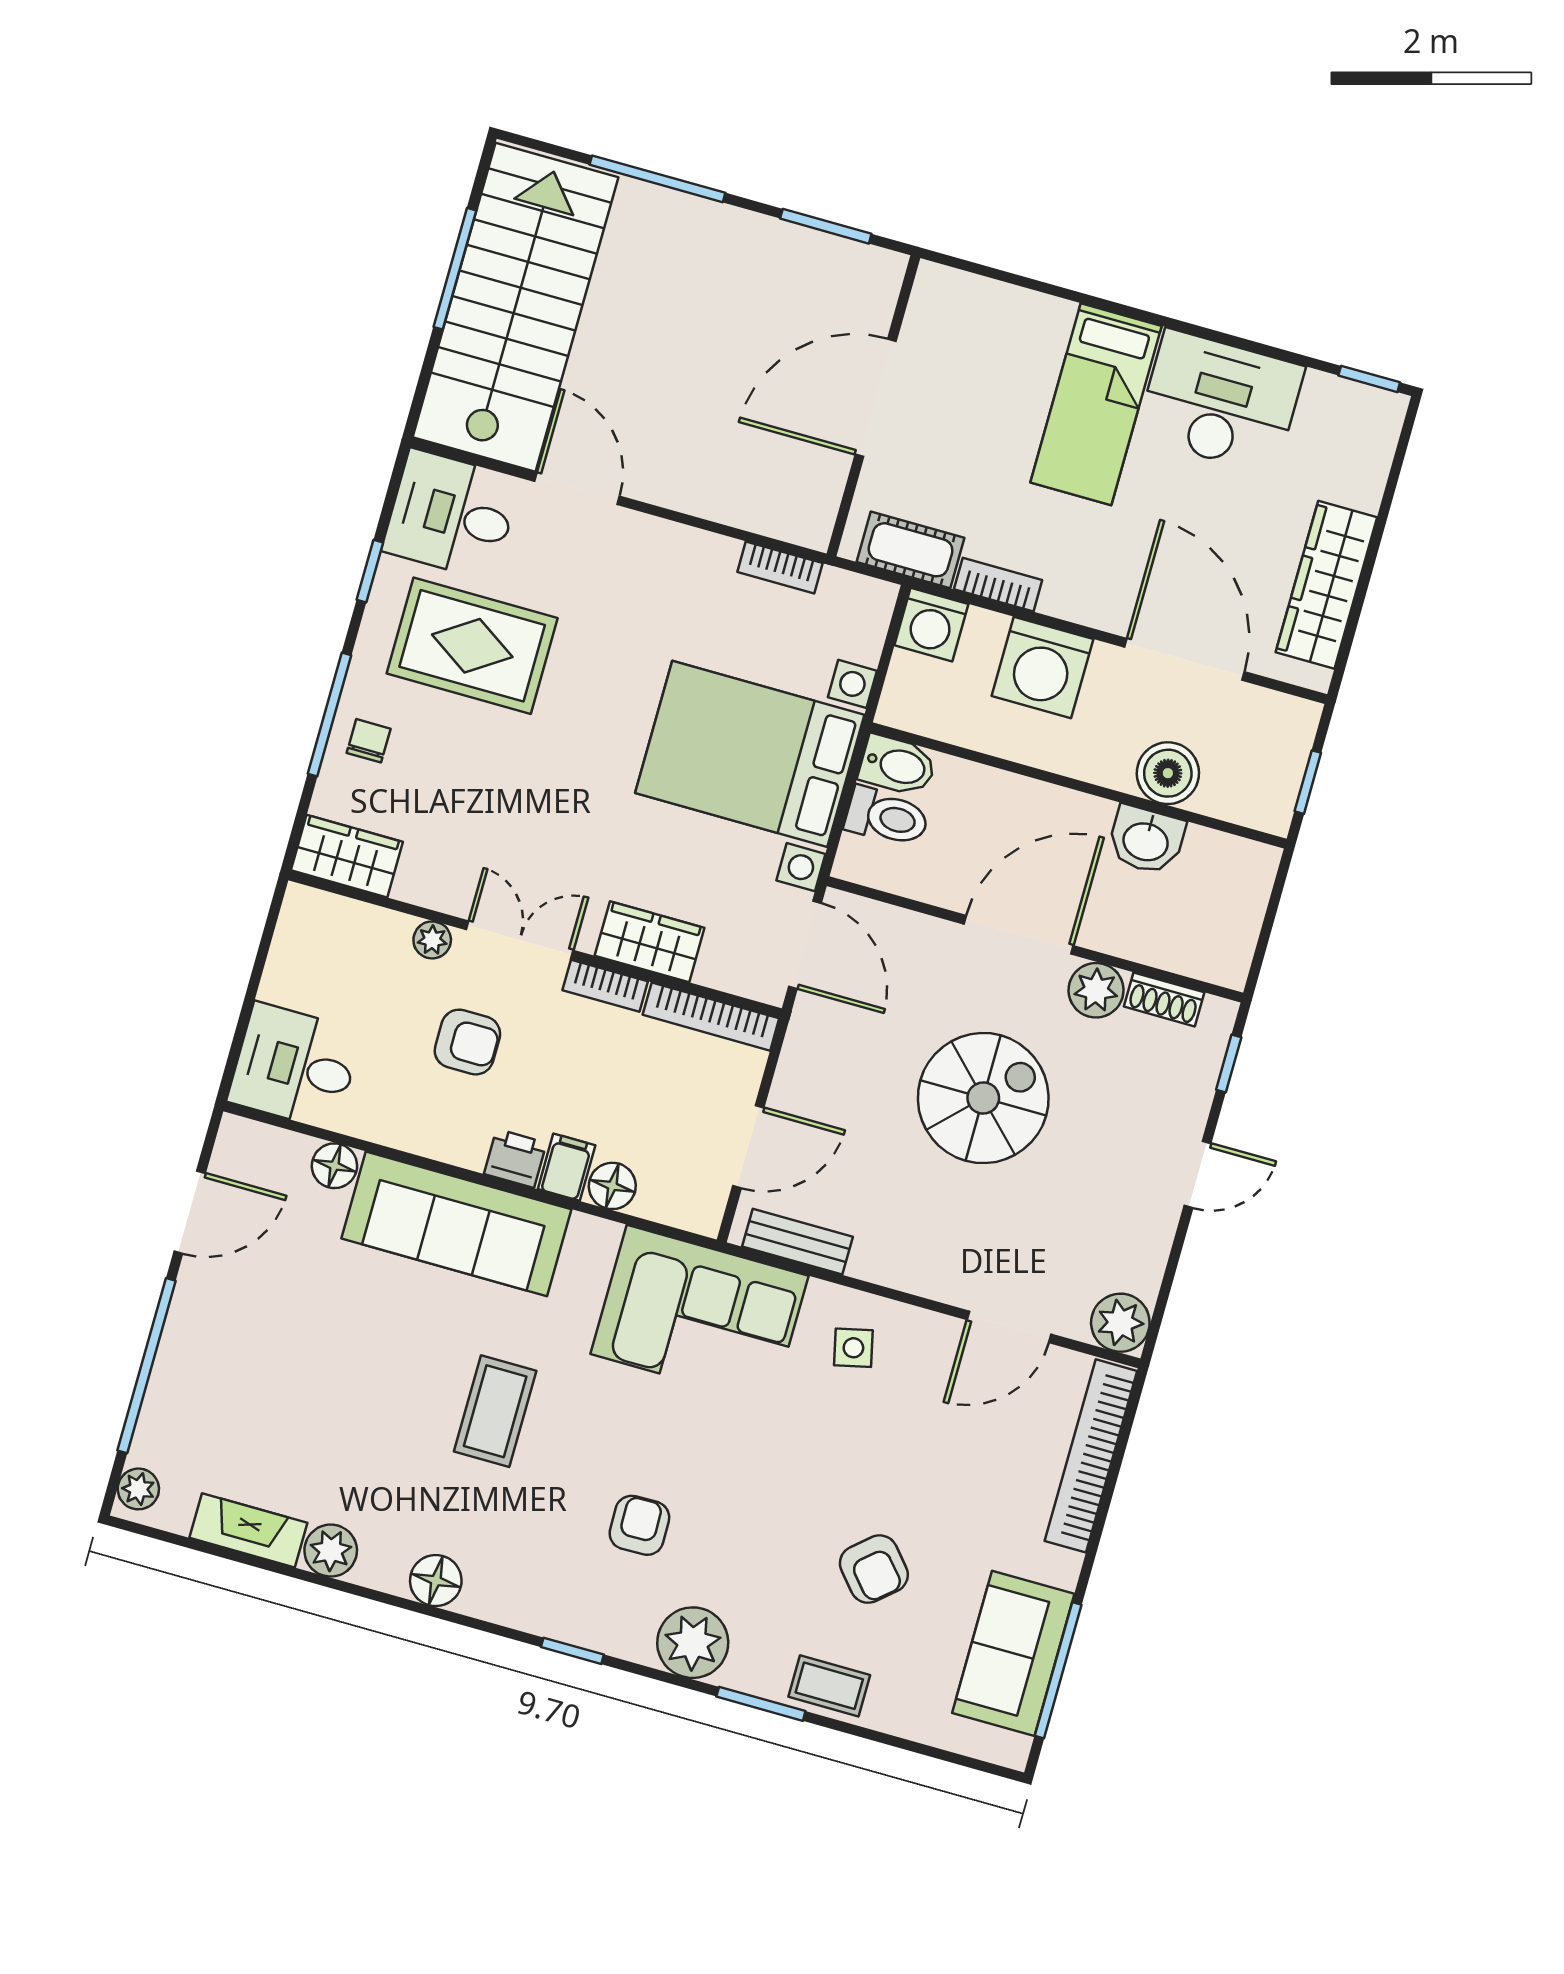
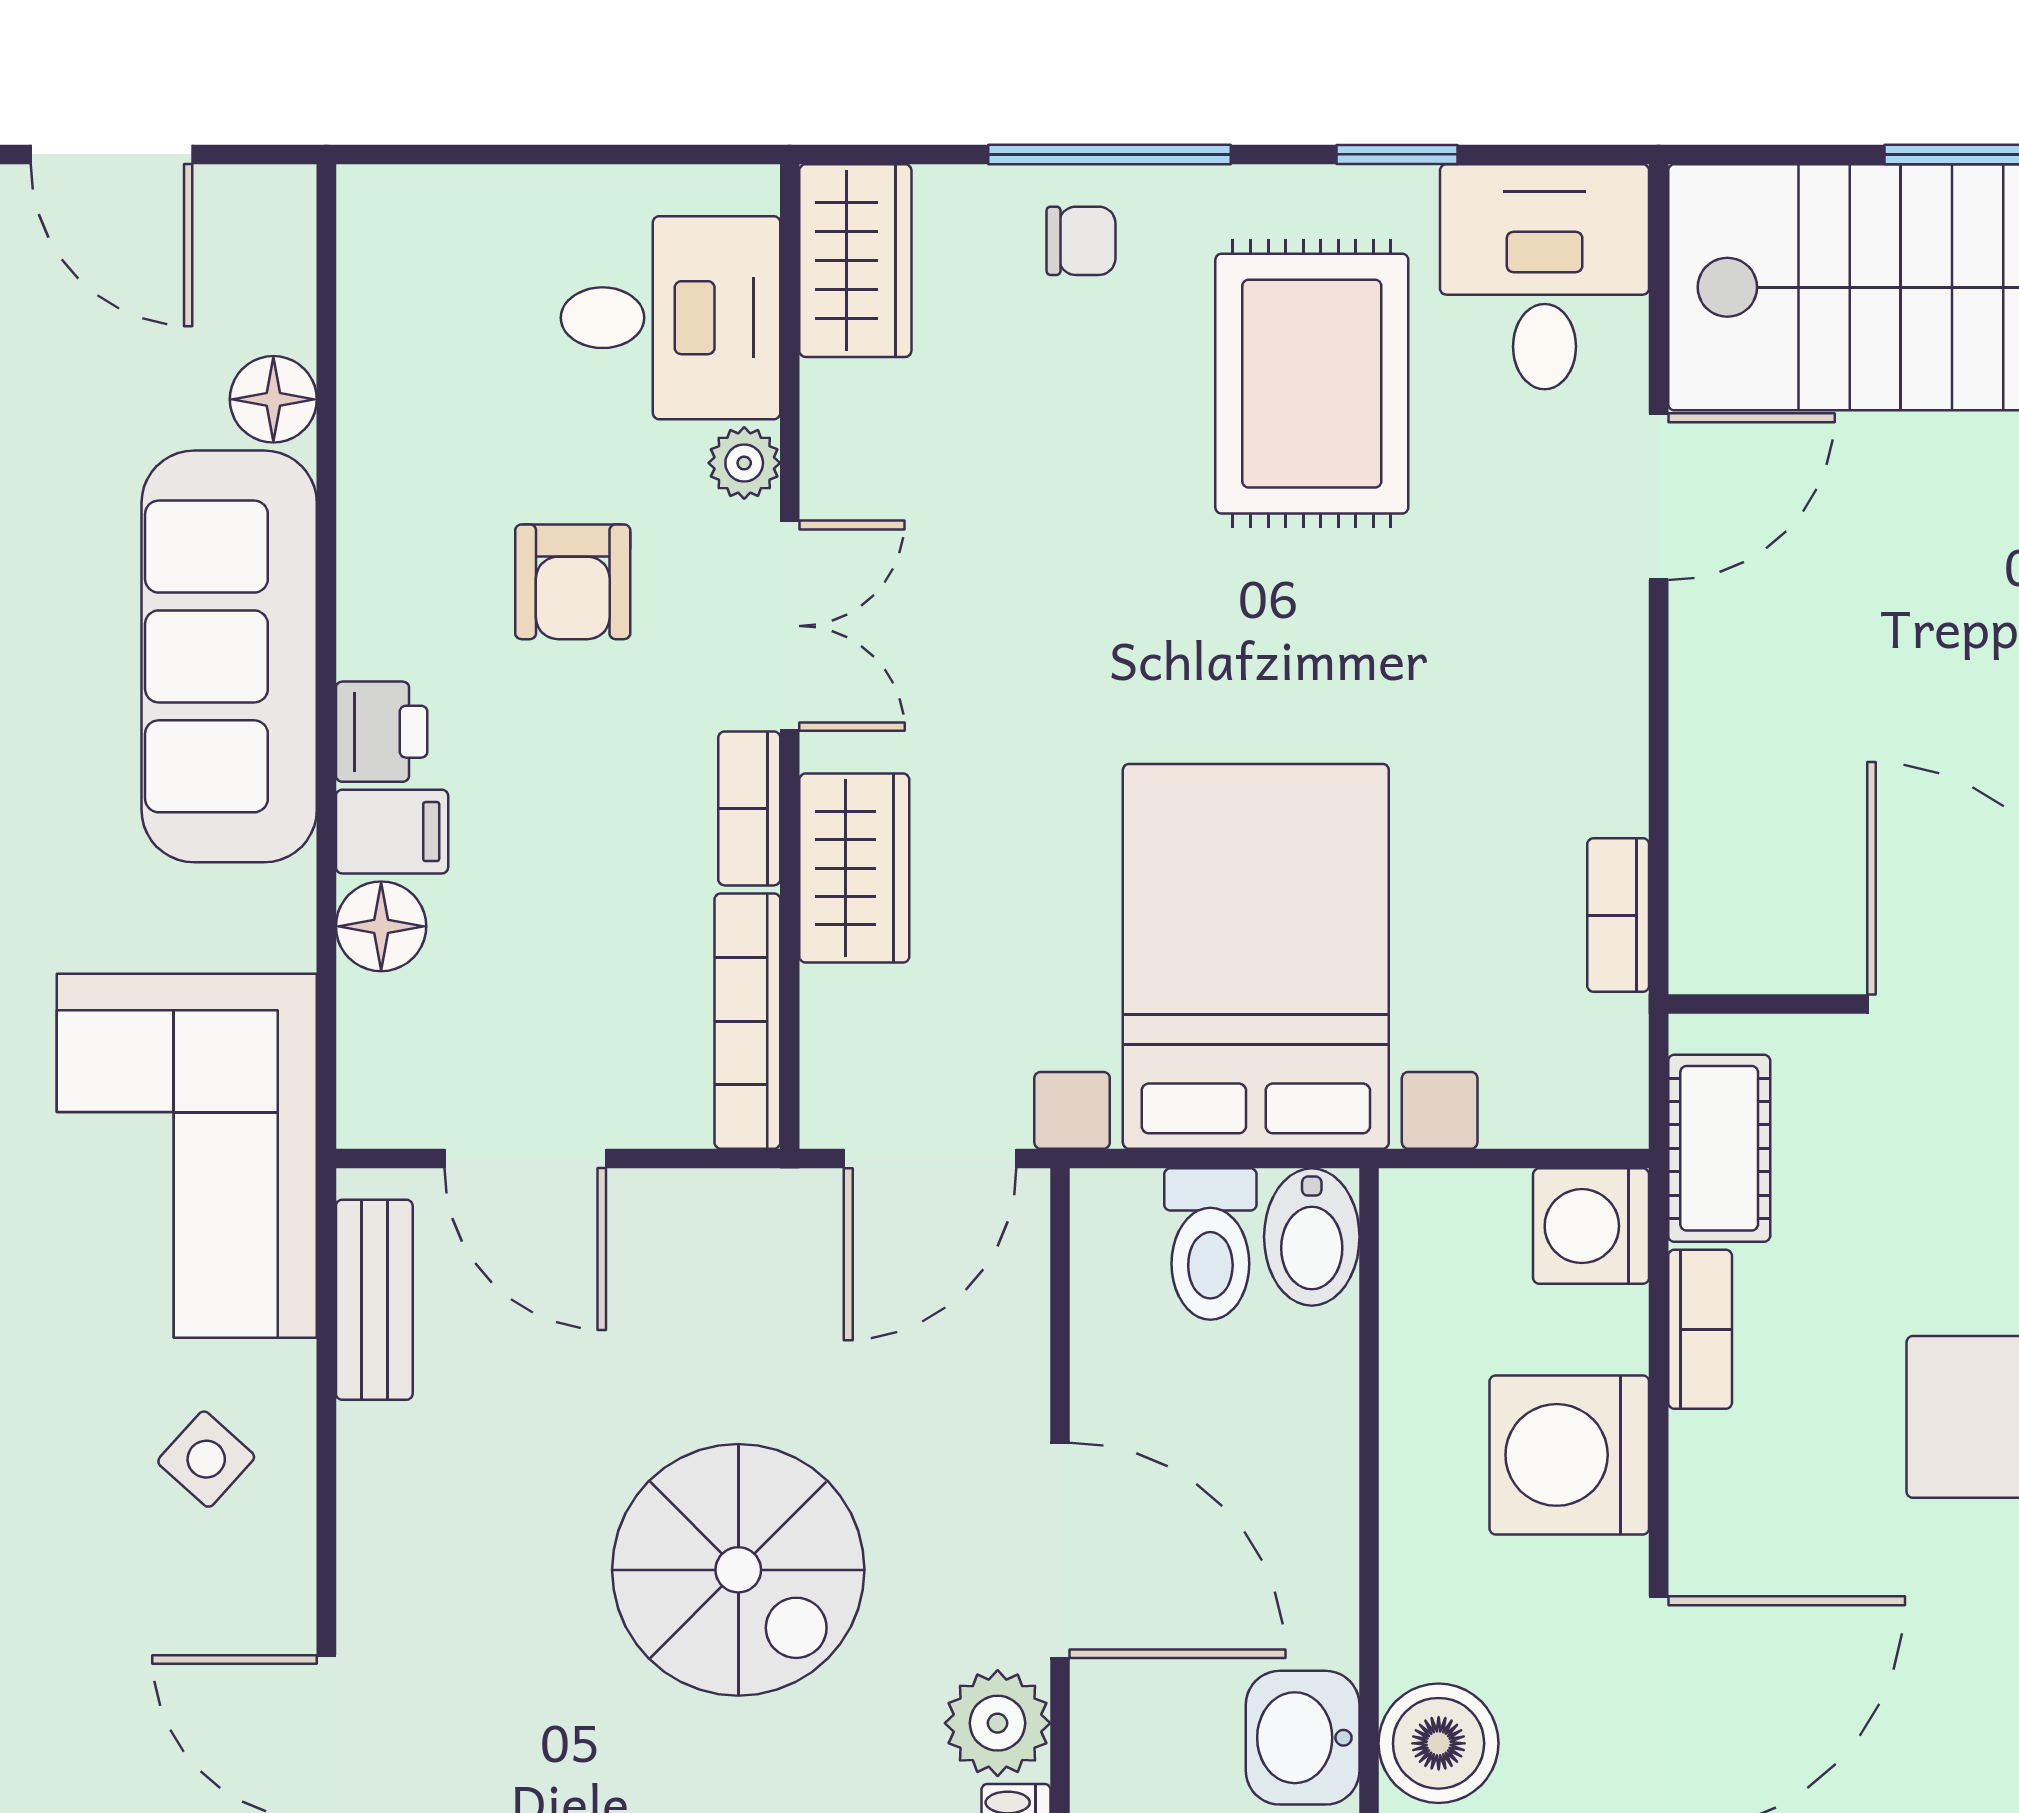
desk: (295, 1066) -> (670, 318), moved, turned 90
side table: (853, 1348) -> (206, 1459), turned -35

